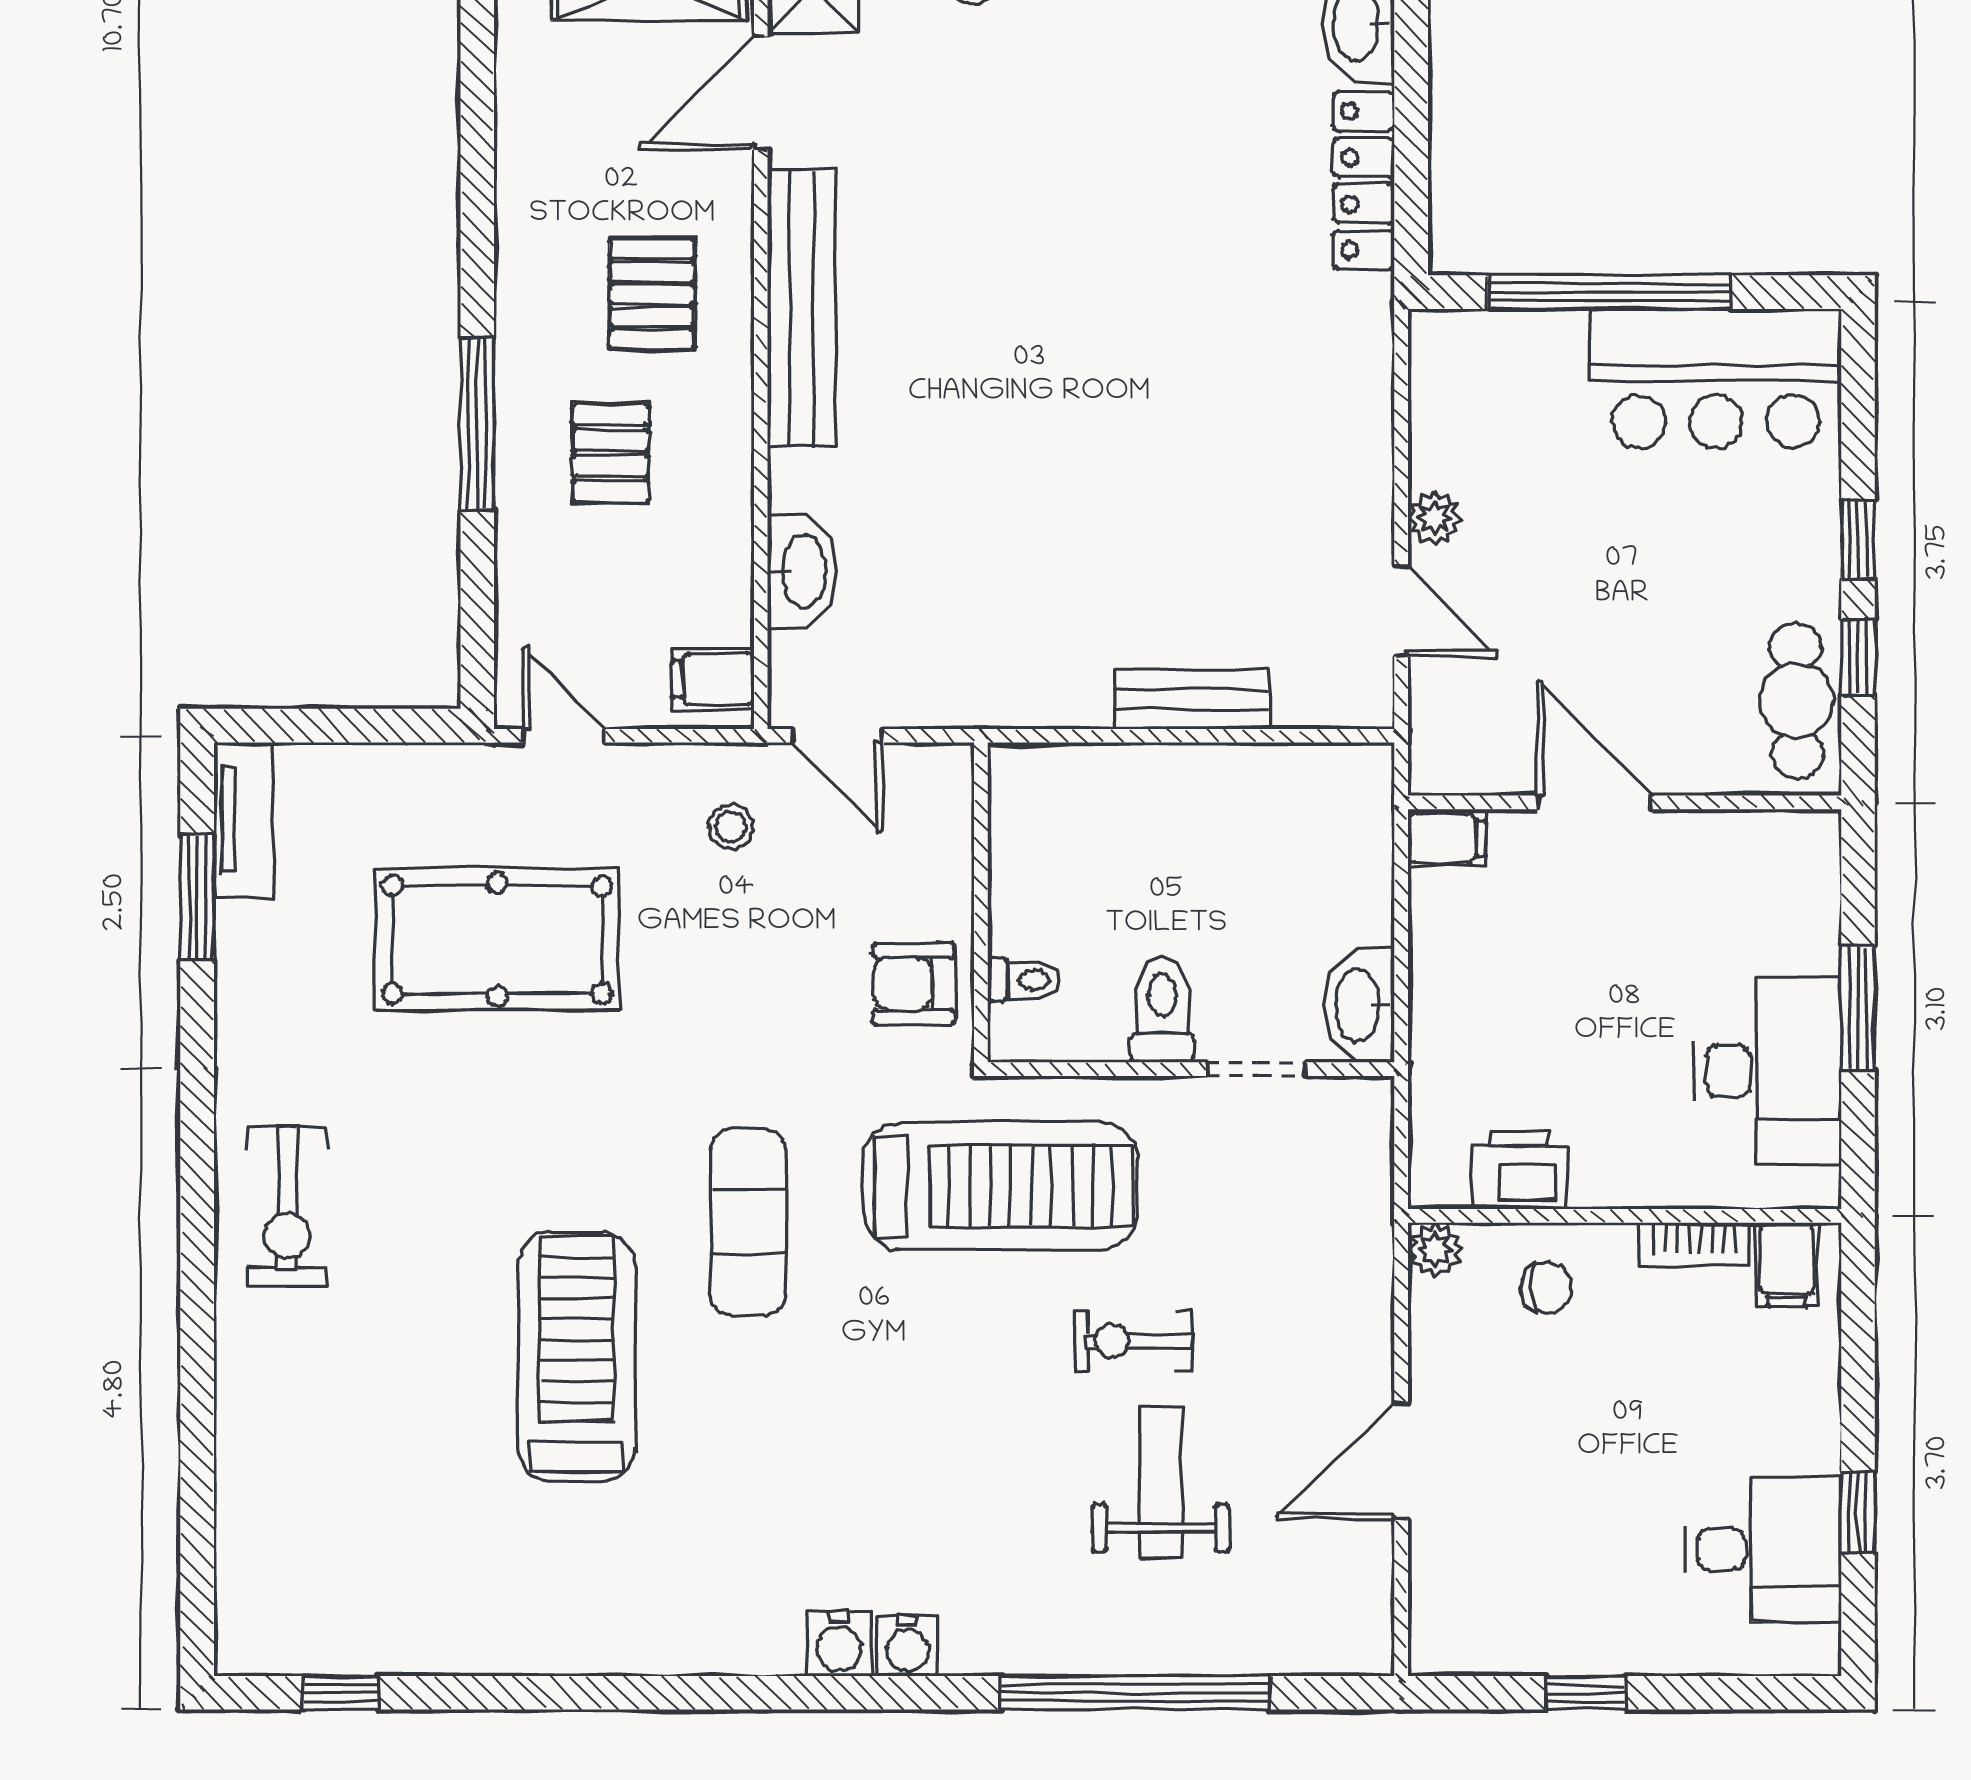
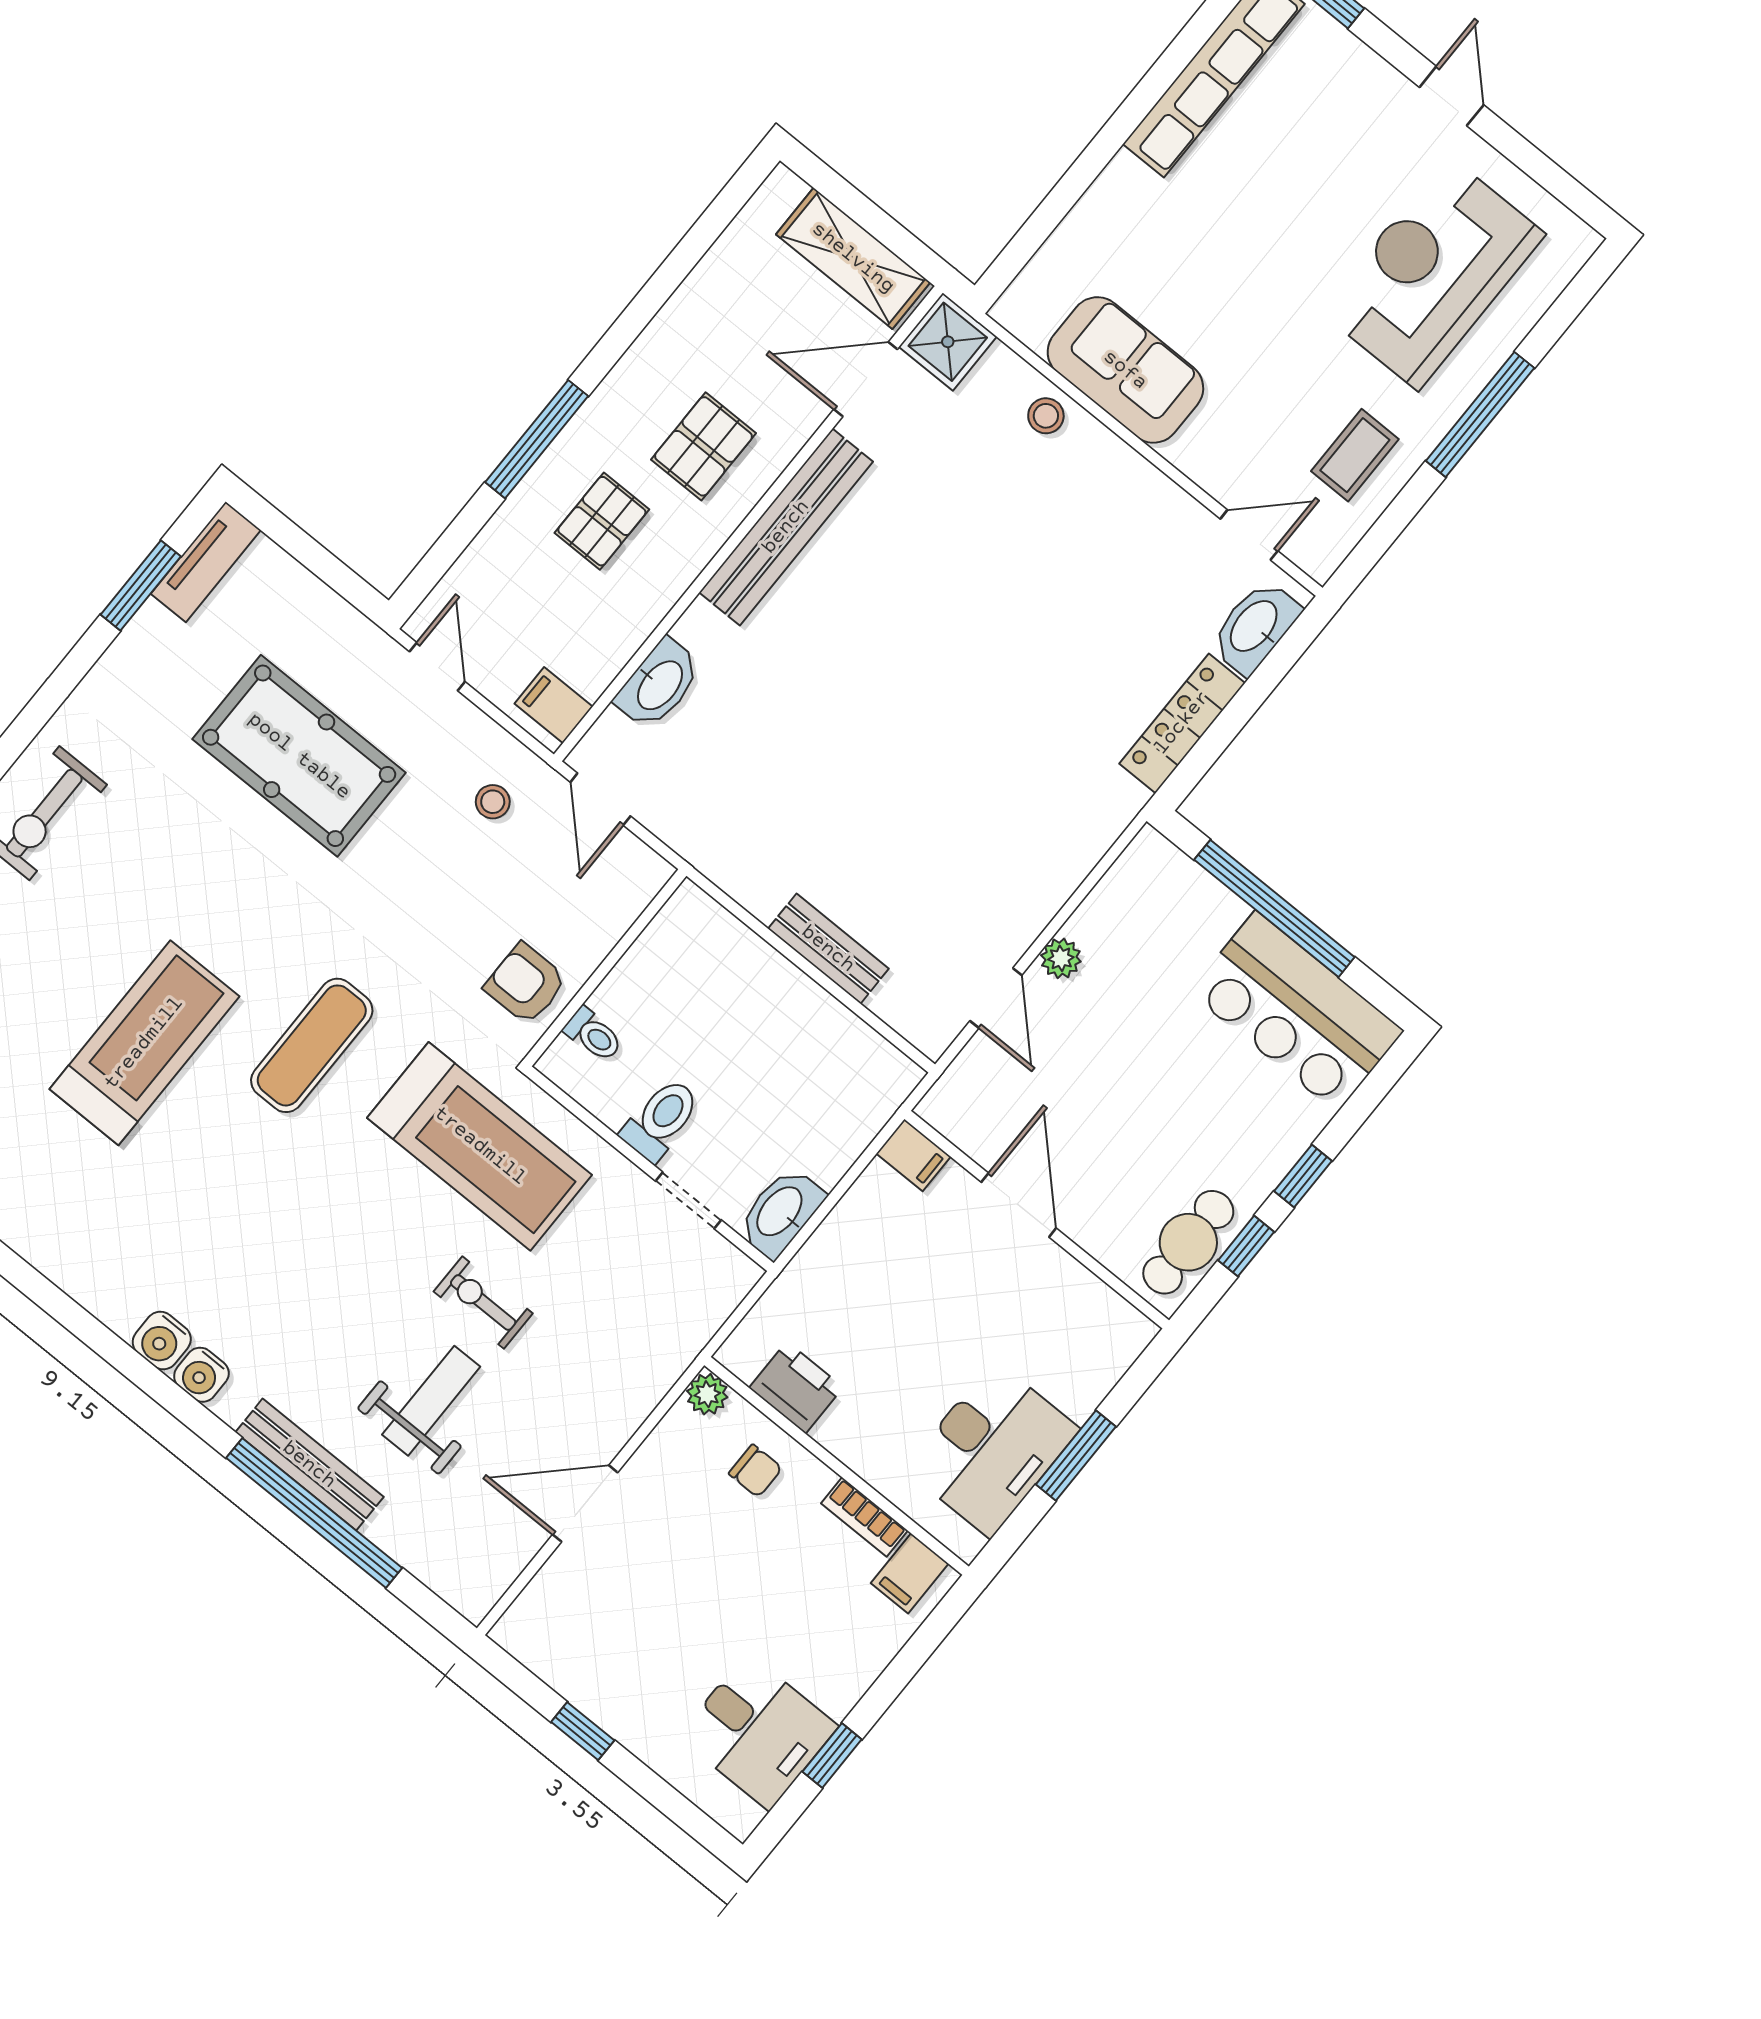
bench: (1090, 1648) -> (309, 1465), added

